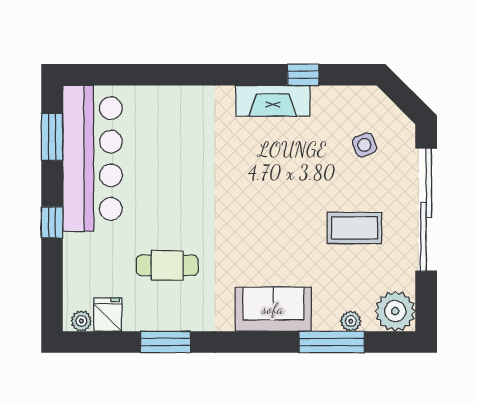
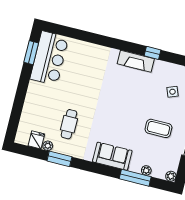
bar counter: (92, 158) -> (49, 58), width x0.73
window: (52, 222) -> (21, 92), removed
cafe table: (167, 265) -> (69, 124), turned 90
plant: (395, 311) -> (171, 176), width x0.53, depth x0.53
plant: (81, 321) -> (48, 146), moved

